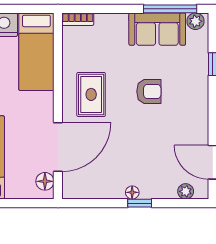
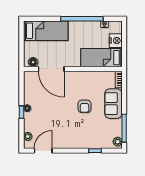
sofa: (157, 29) -> (113, 104), moved
armchair: (149, 91) -> (84, 106), moved
rug: (91, 94) -> (79, 86), removed

